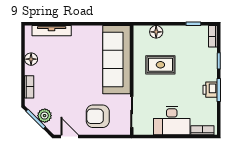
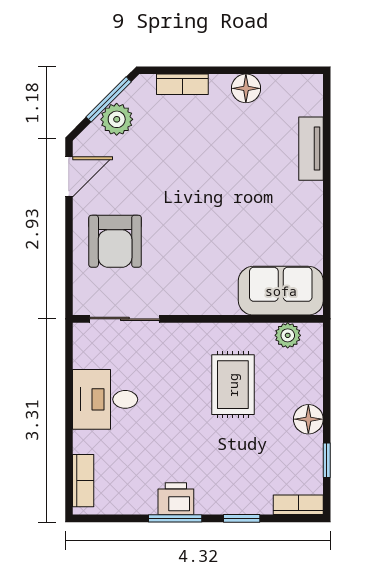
tv unit: (52, 31) -> (311, 149), width x0.71
floor lamp: (156, 32) -> (308, 419), moved
plant: (139, 41) -> (288, 335), added
sofa: (116, 60) -> (281, 291), width x0.54, depth x0.79
armchair: (98, 116) -> (115, 241), turned 180
desk: (172, 121) -> (105, 399), width x0.73

